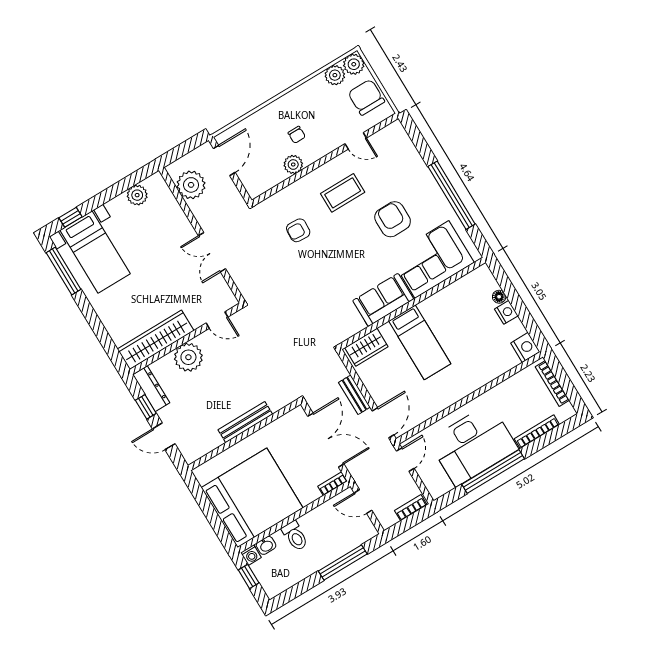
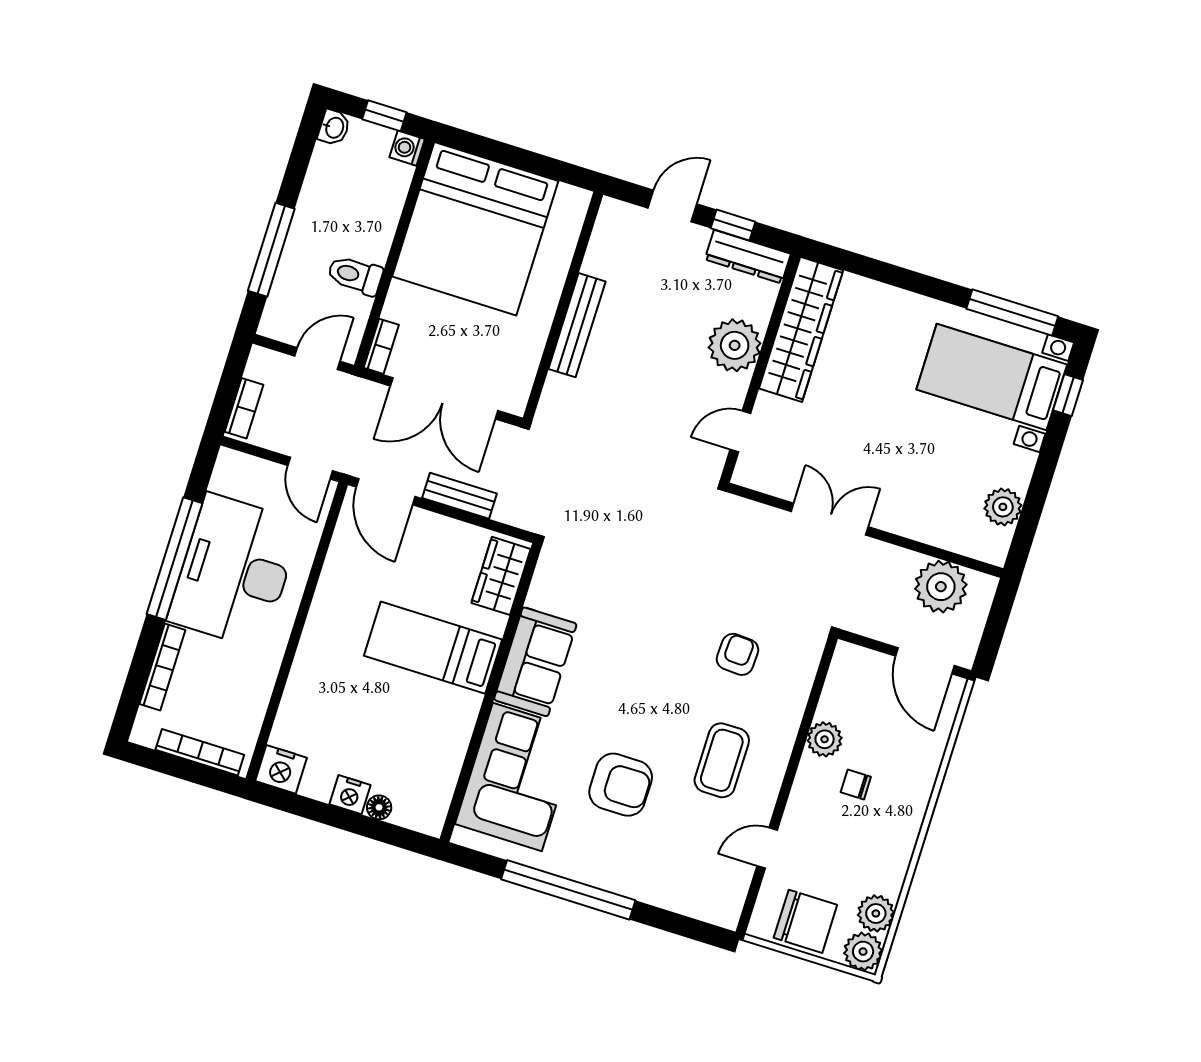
toilet: (295, 536) -> (355, 275), moved
washbasin: (266, 545) -> (334, 127), moved, turned 180

